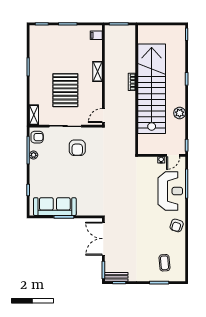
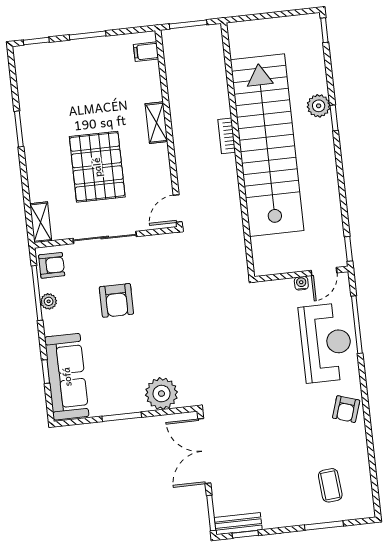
plant: (180, 113) -> (319, 106), moved
armchair: (77, 148) -> (116, 300), moved
sofa: (55, 207) -> (67, 377), moved, turned 90
plant: (85, 207) -> (162, 394), added

